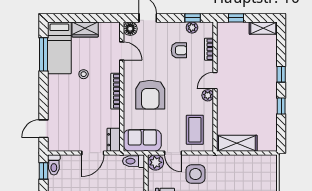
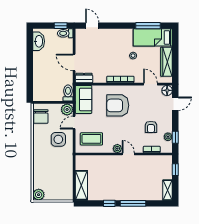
wardrobe: (85, 29) -> (167, 62), width x1.50
door: (122, 51) -> (150, 84), swing flipped
window: (281, 74) -> (133, 203), width x2.17
shelving: (237, 143) -> (81, 185), moved

